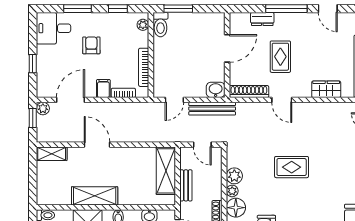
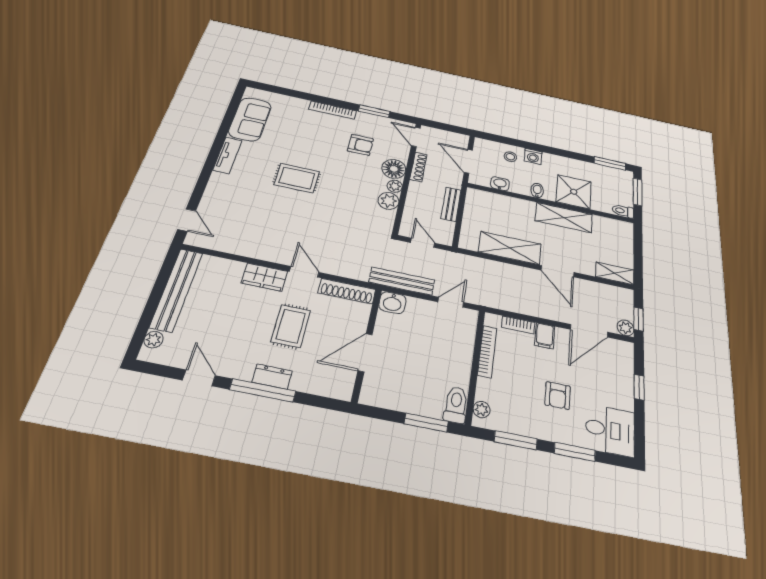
window: (118, 9) -> (516, 440), width x1.50
dresser: (262, 19) -> (272, 377), moved
wardrobe: (326, 89) -> (264, 277), moved
rug: (292, 167) -> (297, 178), moved
shelving: (166, 171) -> (510, 248), moved, turned 90

